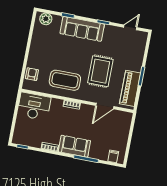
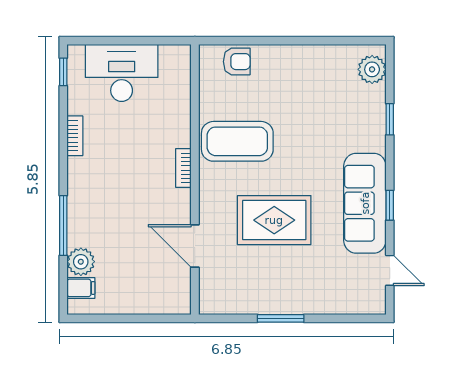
sofa: (82, 29) -> (365, 203), moved
coffee table: (65, 80) -> (237, 141), turned 90
piano: (130, 88) -> (247, 297), removed
desk: (34, 106) -> (122, 73), moved, turned -90
sofa: (74, 146) -> (87, 193), removed
plant: (102, 154) -> (81, 262), added

